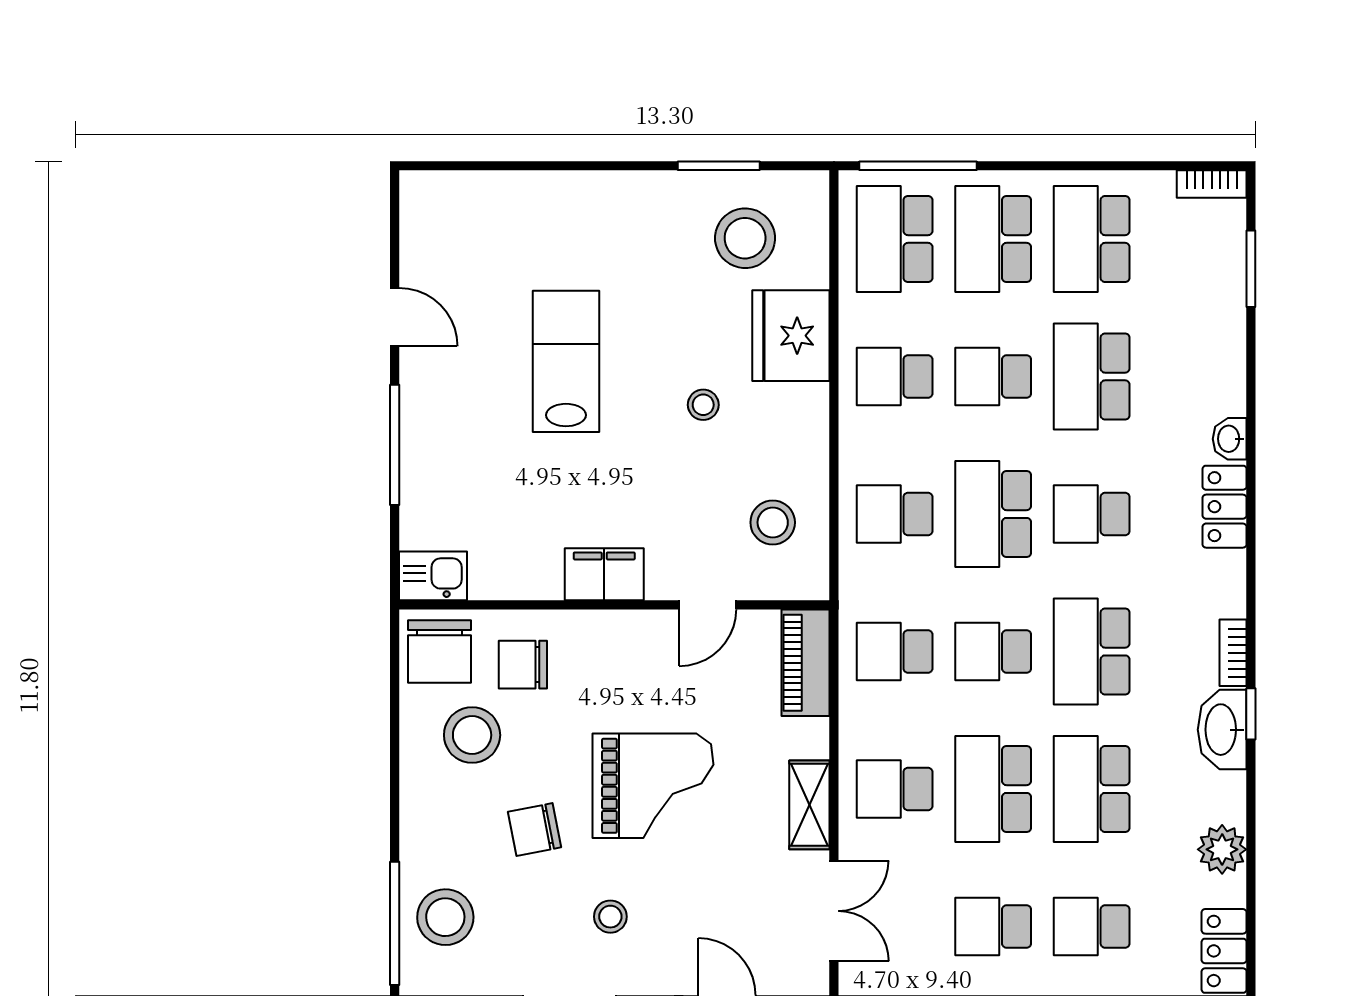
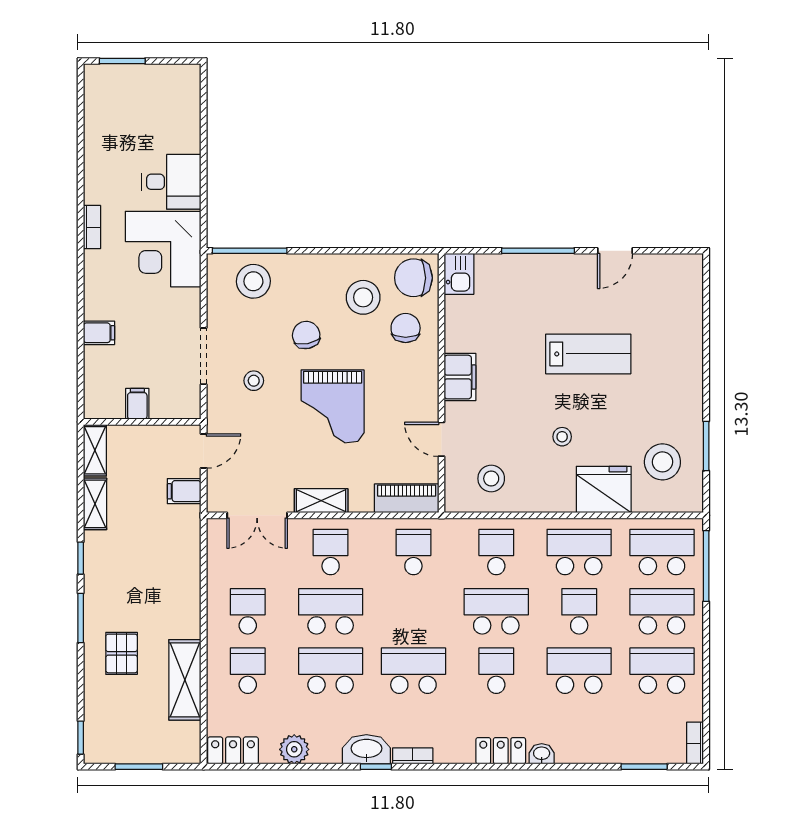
school desk: (895, 377) -> (579, 552), width x1.85
school desk: (993, 652) -> (413, 611), removed

